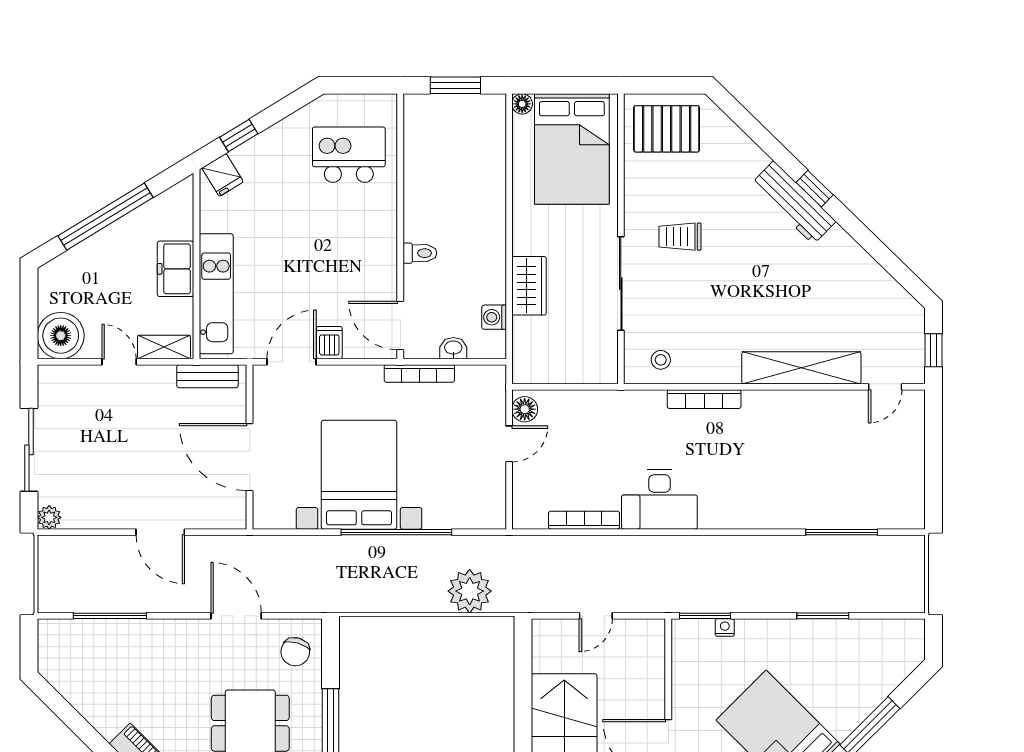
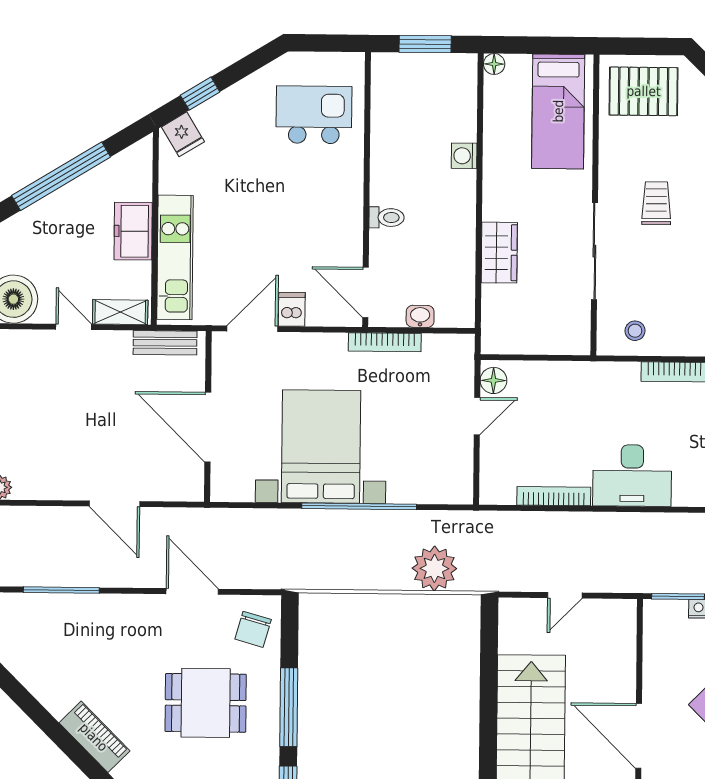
bed: (572, 149) -> (558, 111), width x0.67
trolley: (680, 237) -> (656, 203), turned 90
washing machine: (494, 317) -> (464, 156), moved

